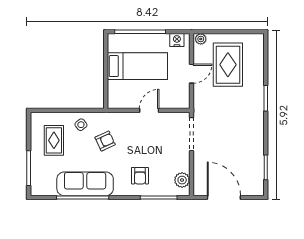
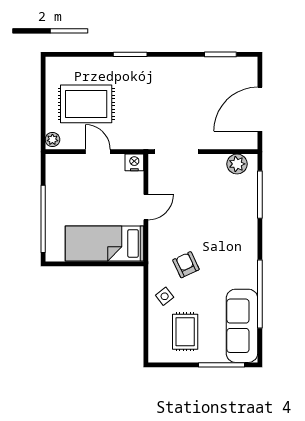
nightstand: (177, 40) -> (134, 162), moved, turned 90
bed: (137, 66) -> (104, 243), moved, turned -90
door: (149, 110) -> (146, 207), swing flipped
rug: (54, 140) -> (185, 332), turned 90
armchair: (140, 176) -> (231, 219), removed
sofa: (85, 184) -> (242, 326), moved

